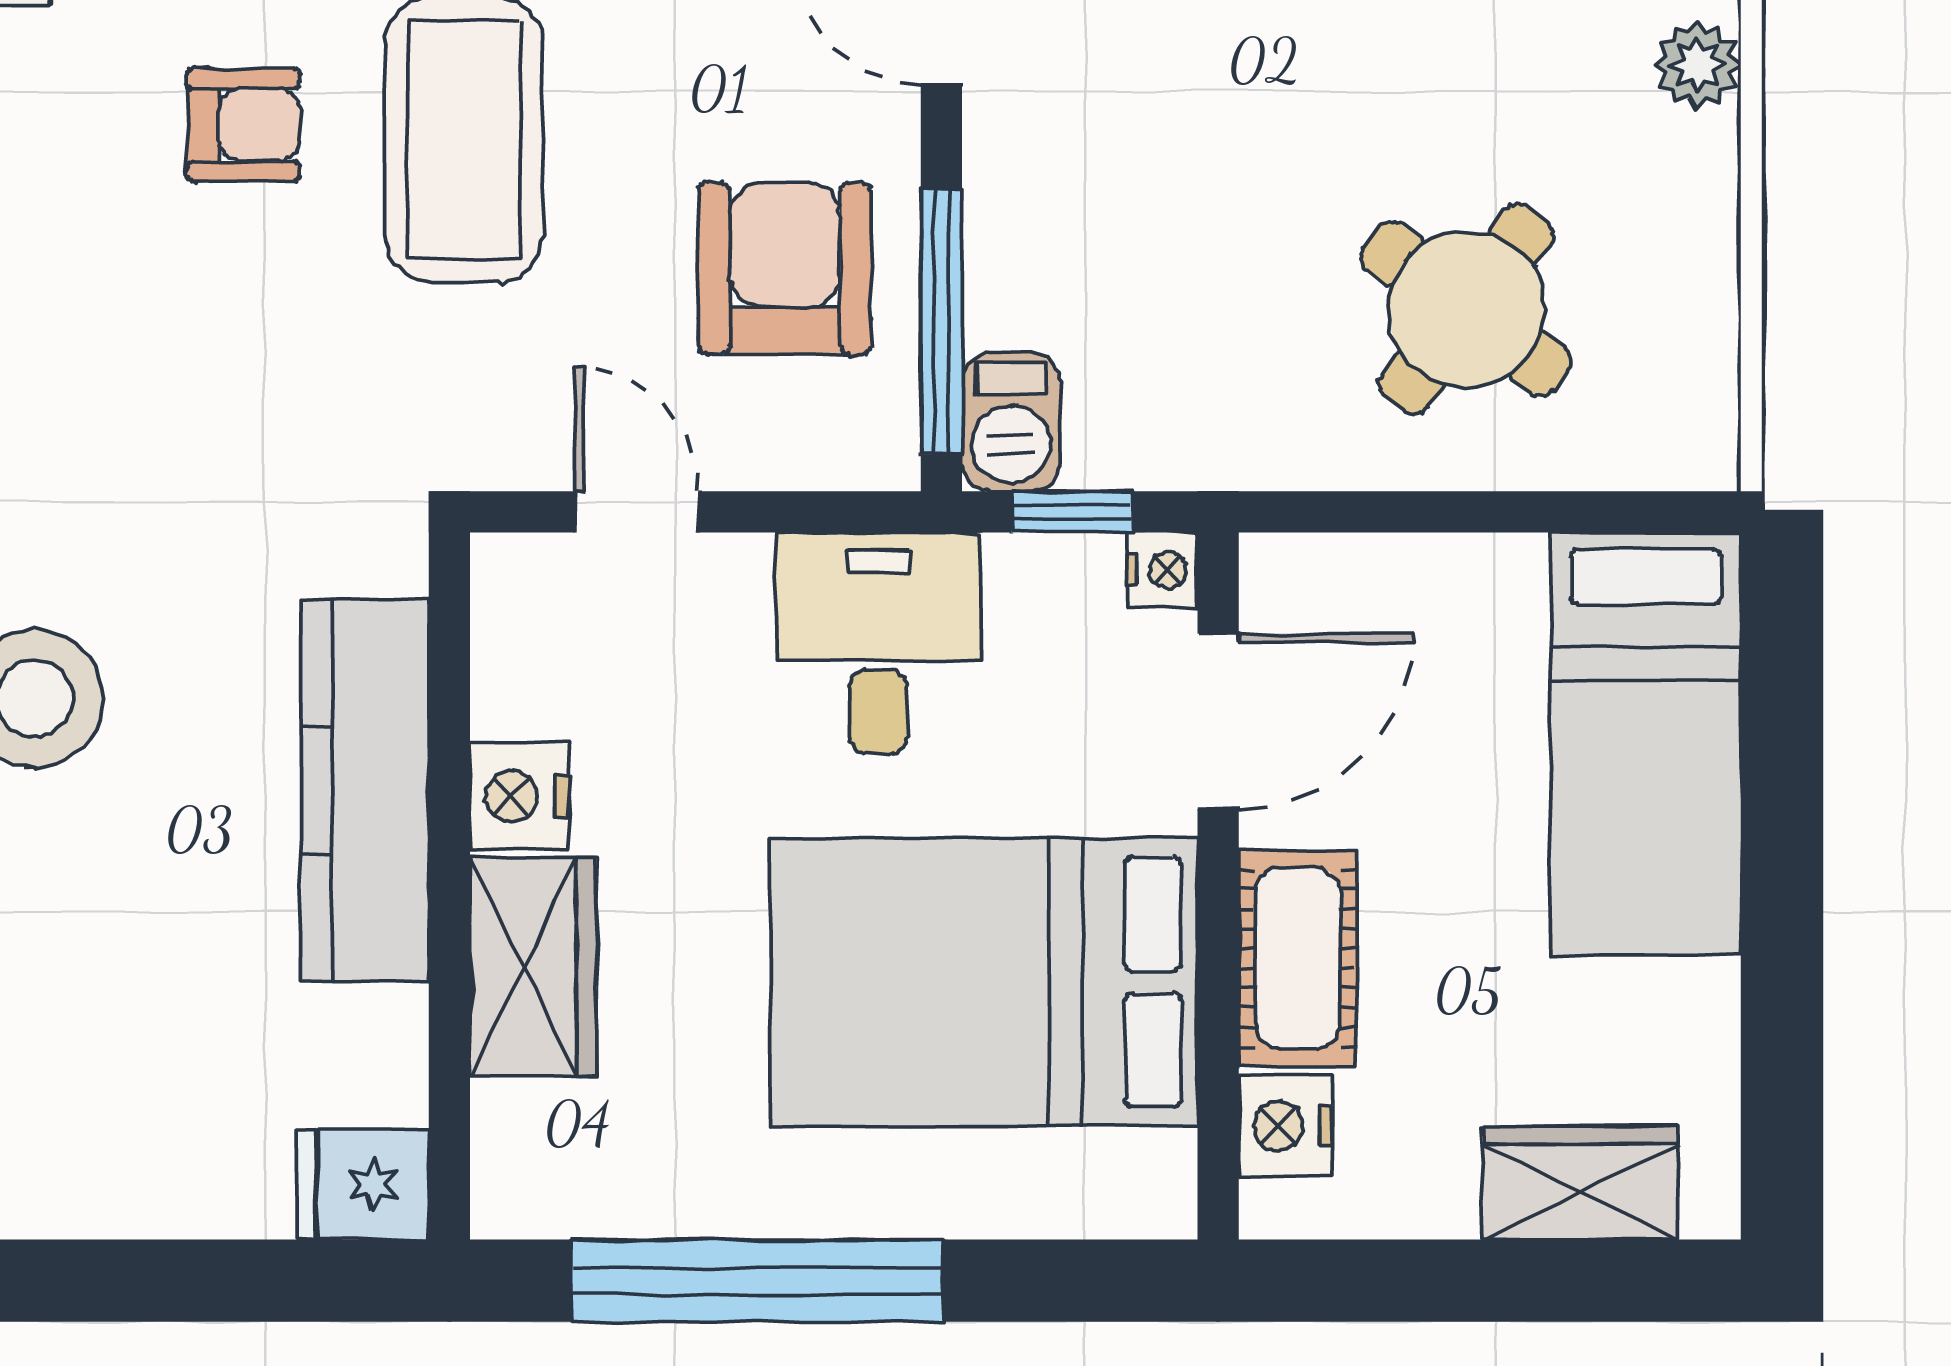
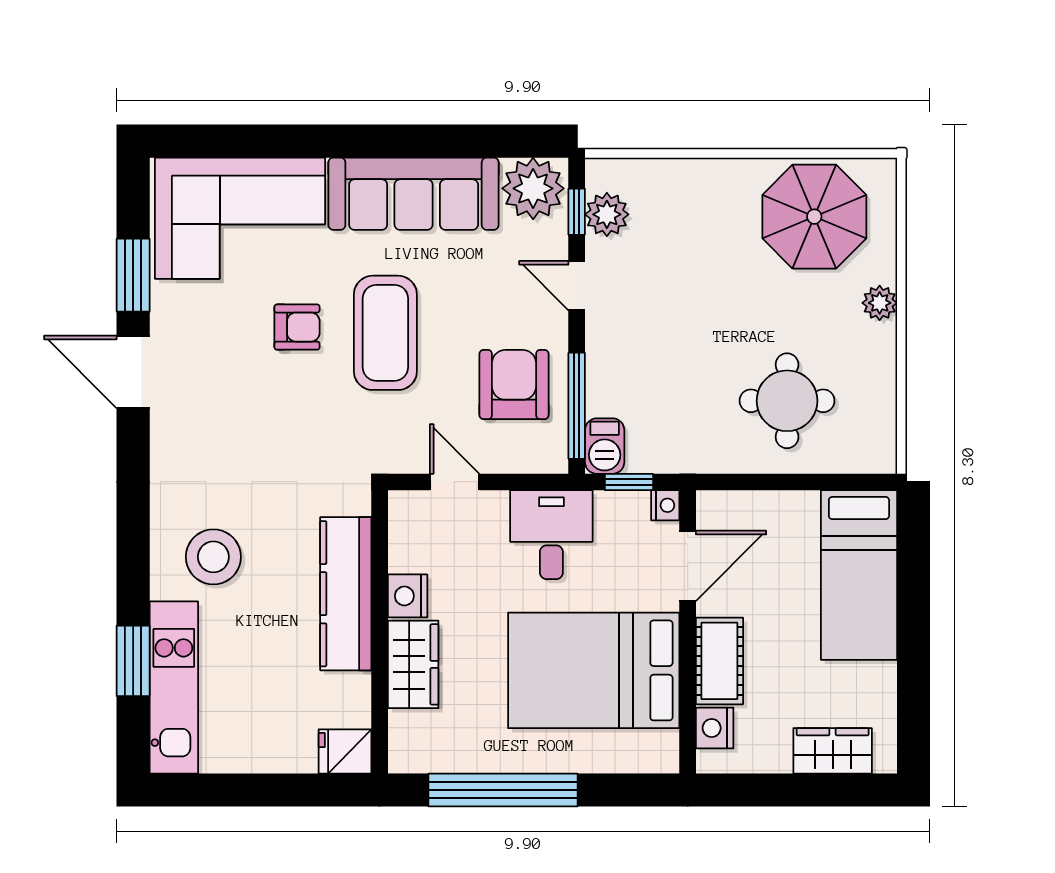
round table: (1466, 309) -> (787, 401), turned -37

